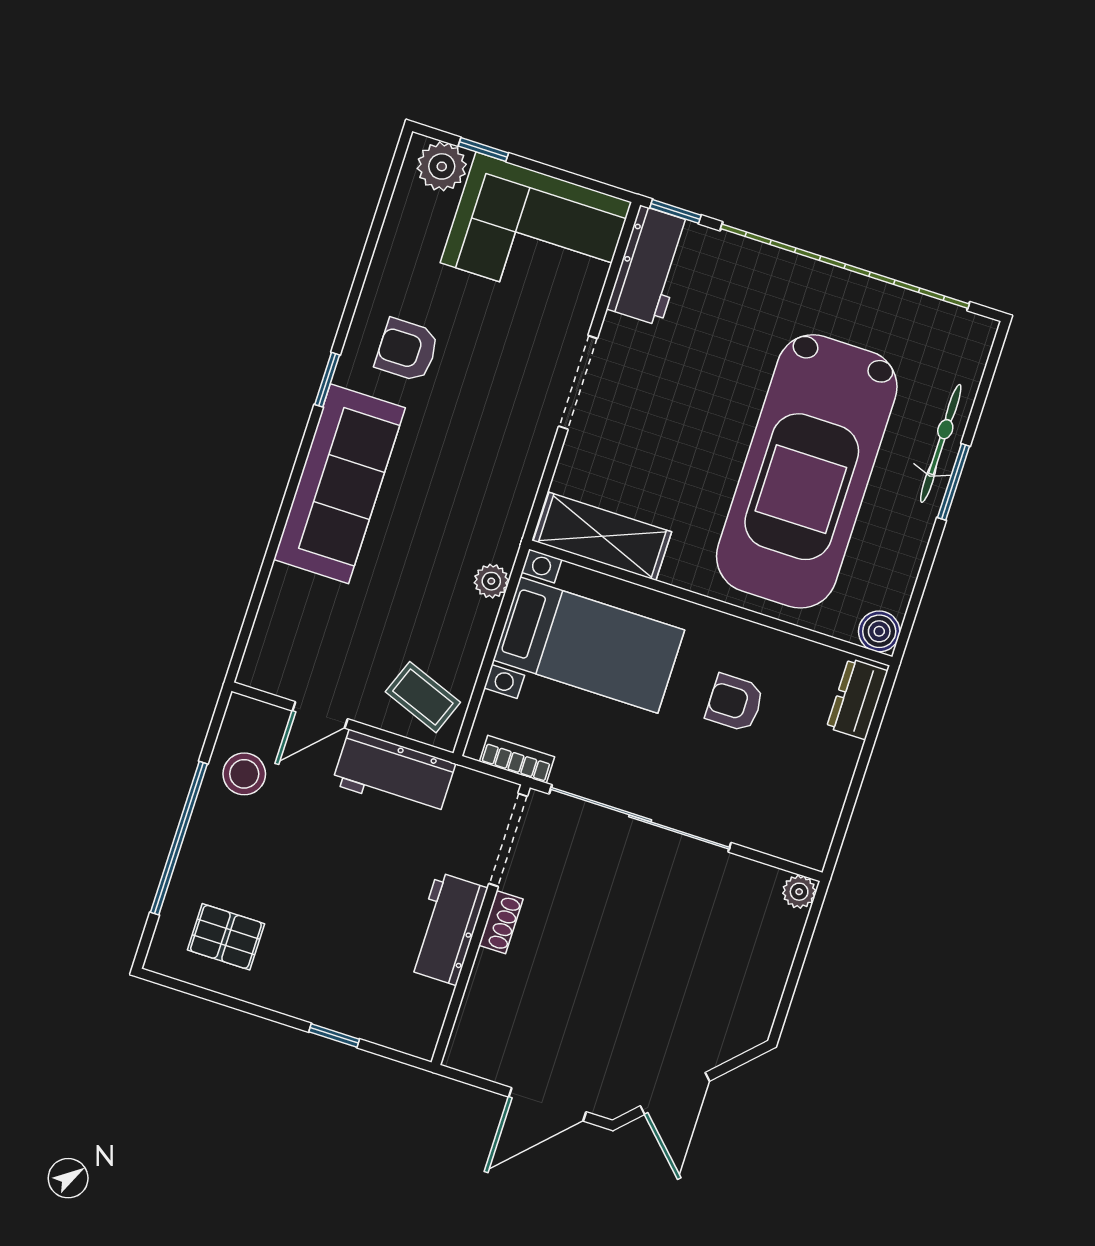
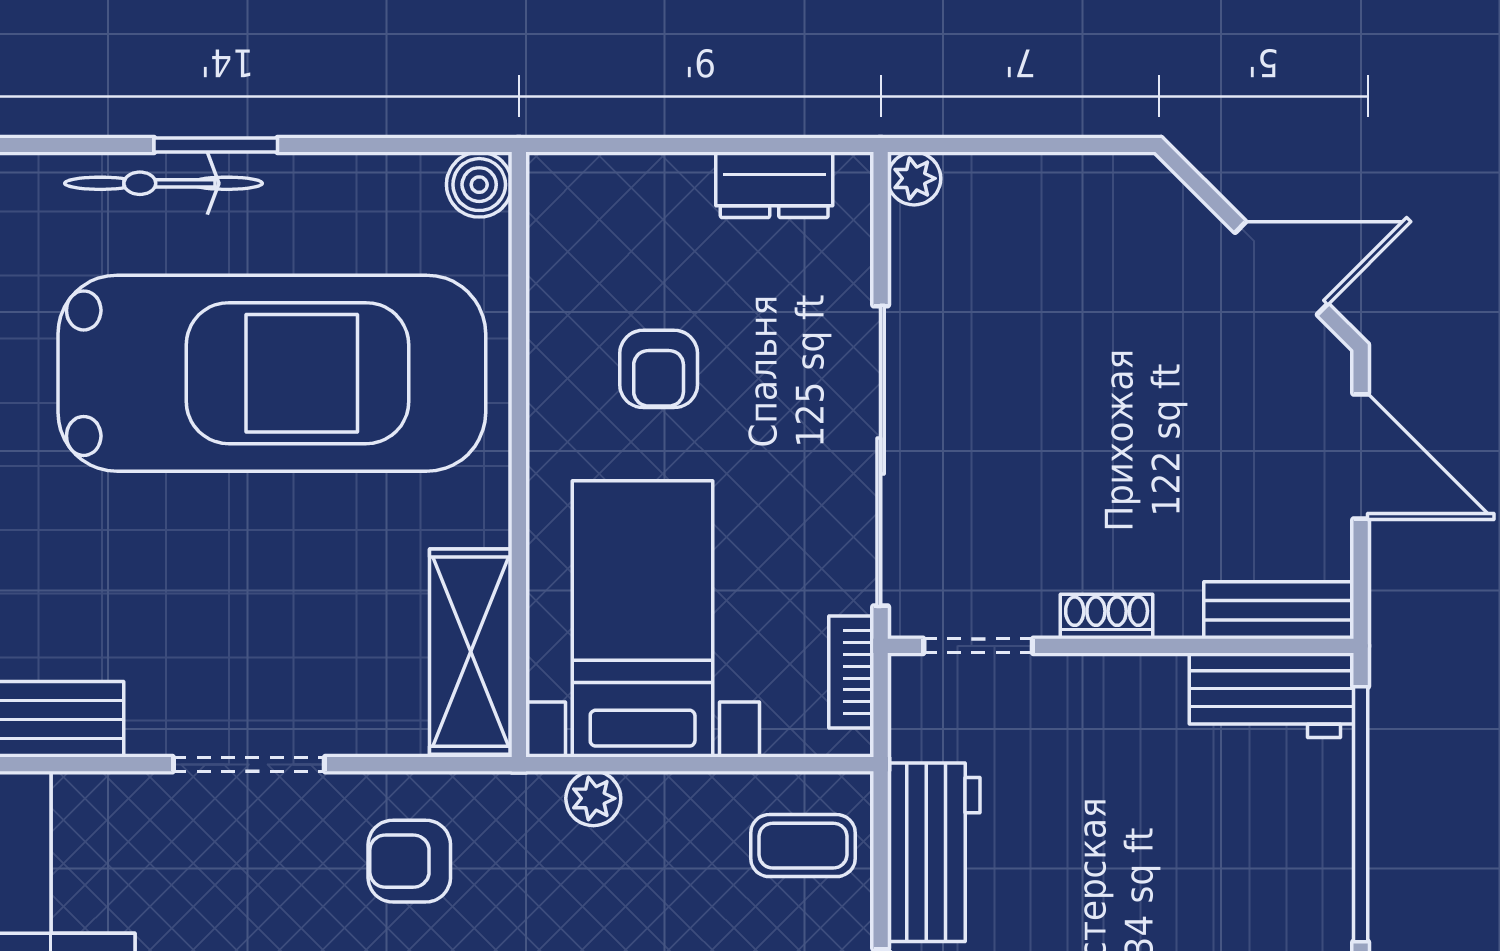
armchair: (489, 459) -> (409, 861), added
coffee table: (423, 697) -> (803, 846), turned 69
dresser: (857, 699) -> (774, 185), moved
doorway: (508, 840) -> (978, 646), width x0.73
workbench: (447, 929) -> (1272, 695), moved
bench: (471, 1026) -> (1279, 610), added
window: (334, 1035) -> (1361, 814), width x3.17

